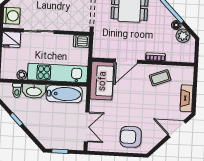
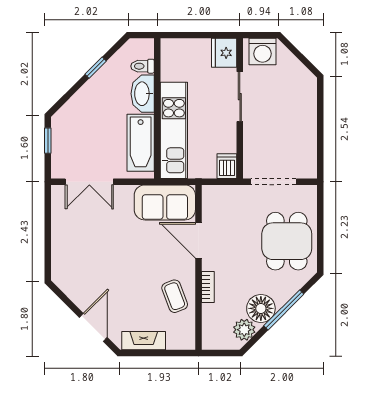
floor lamp: (176, 25) -> (261, 308), width x1.89, depth x1.89
plant: (22, 75) -> (168, 73), removed
armchair: (131, 137) -> (77, 253), removed

